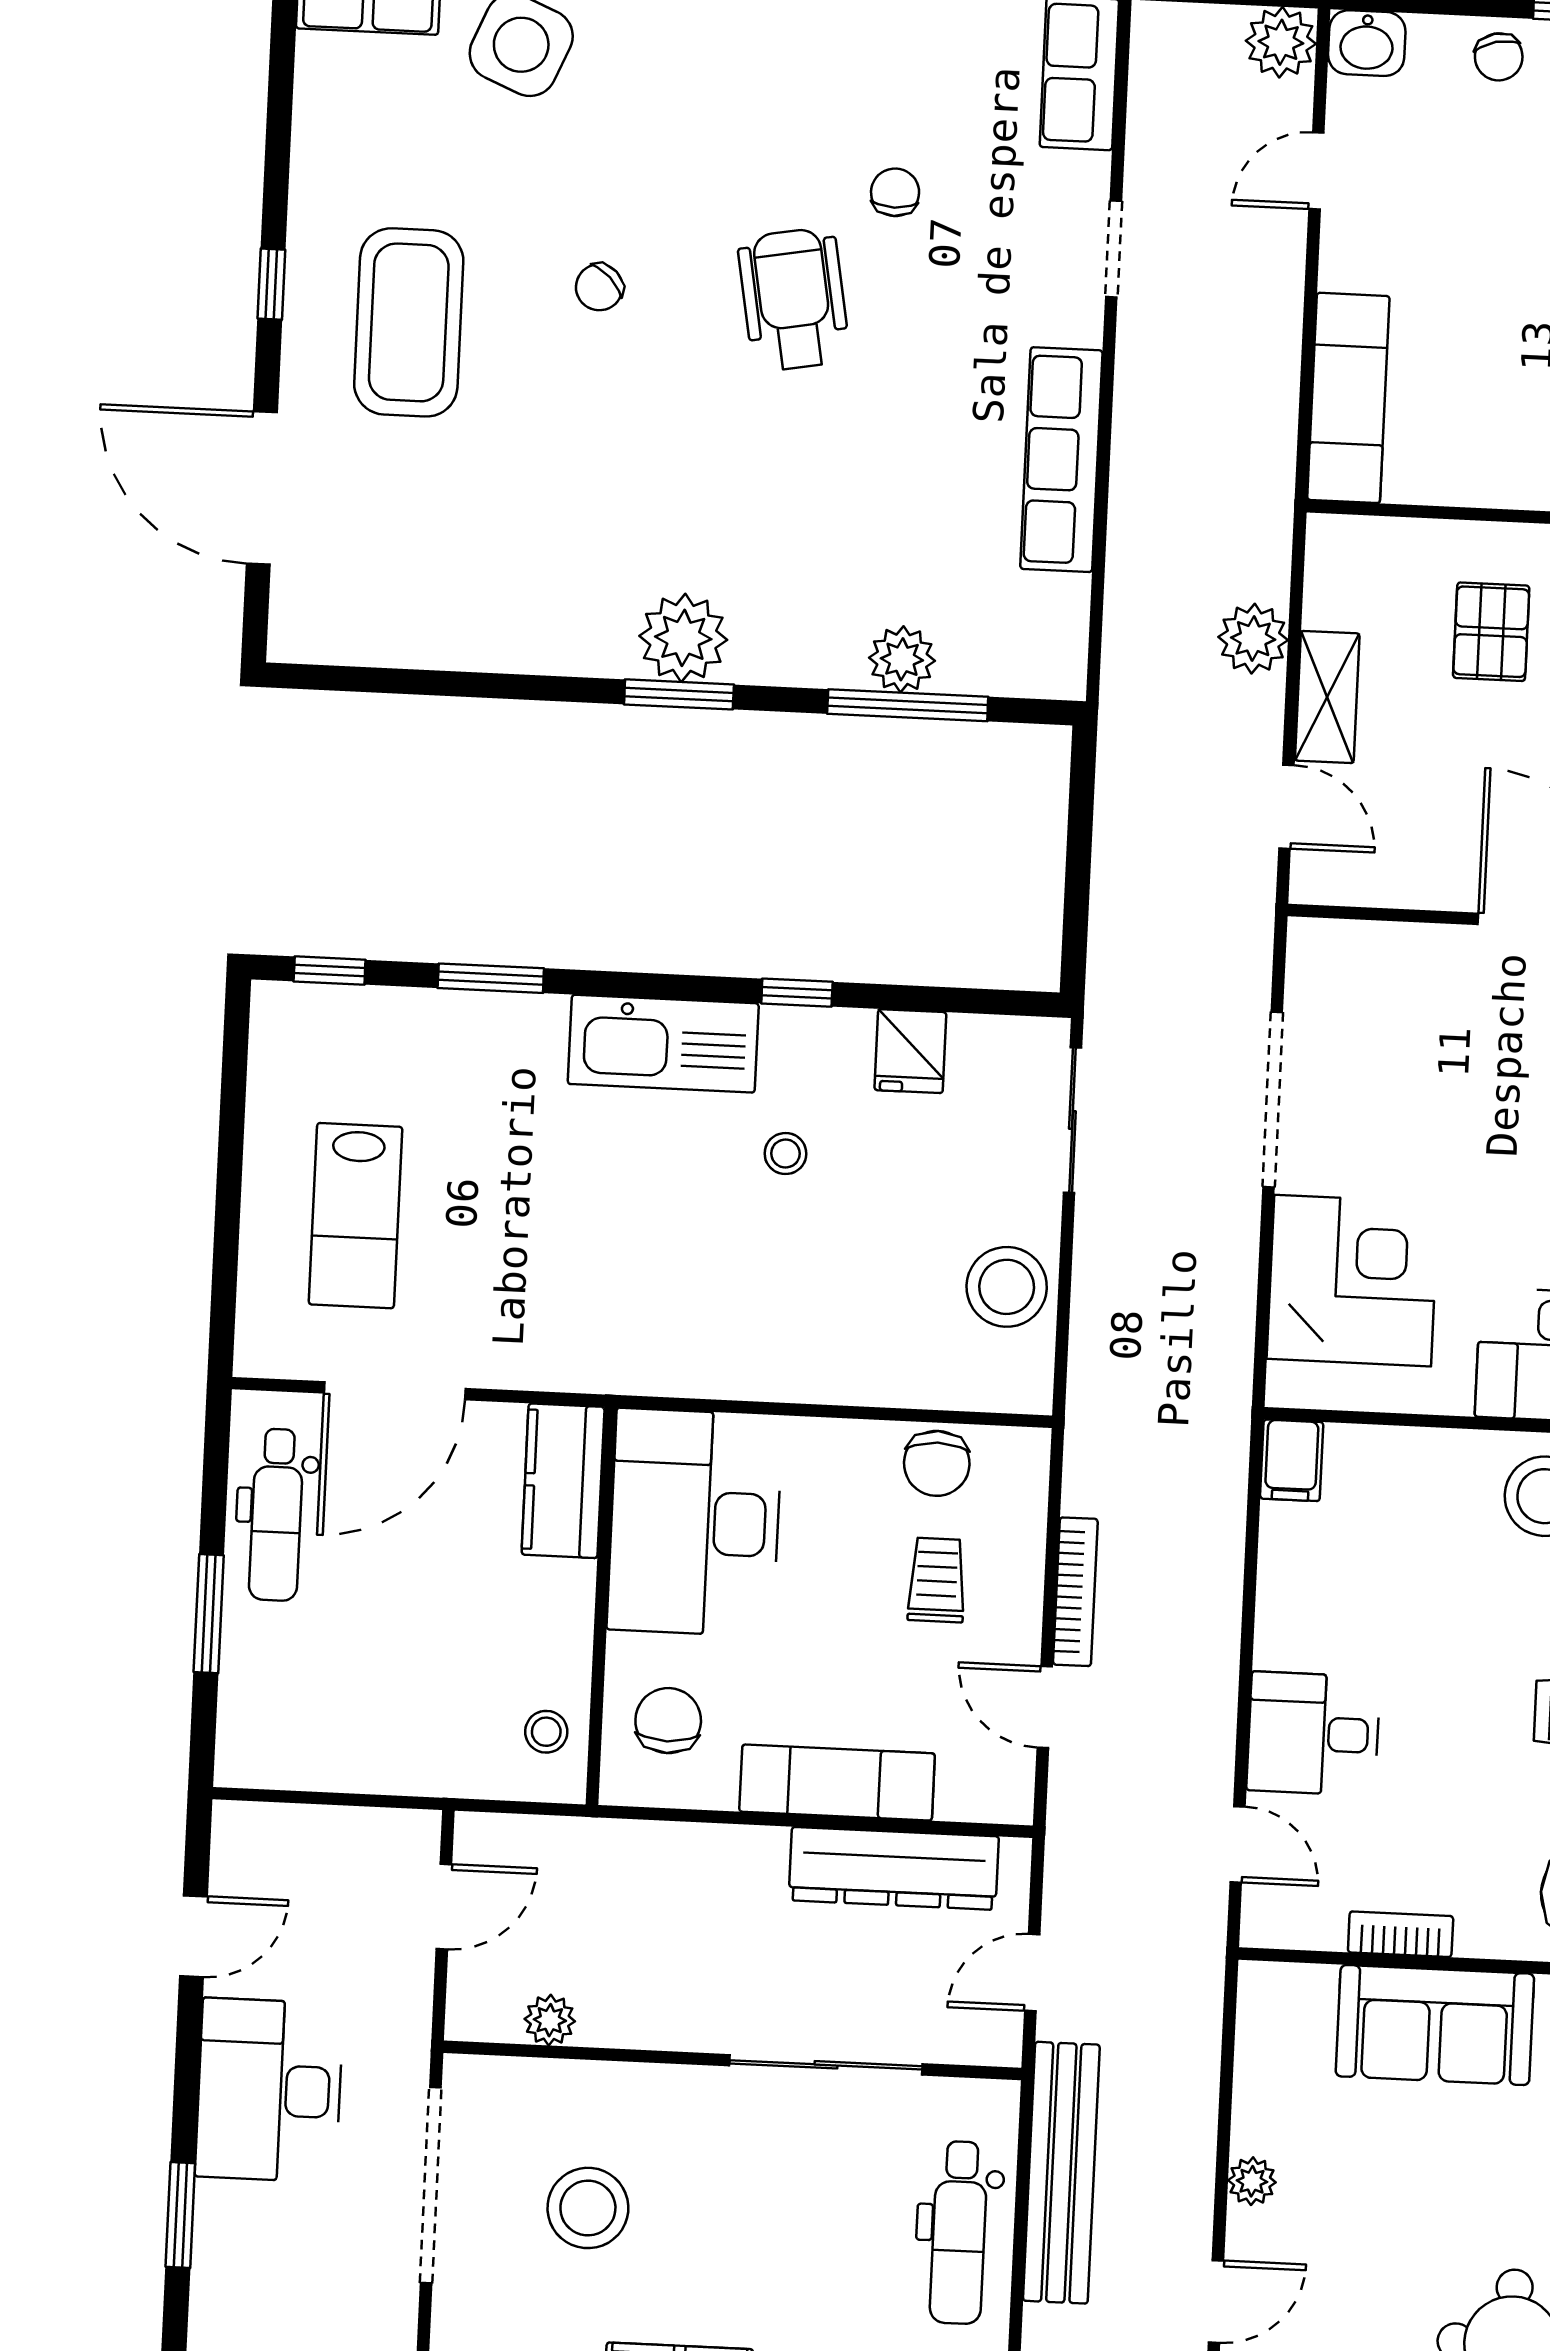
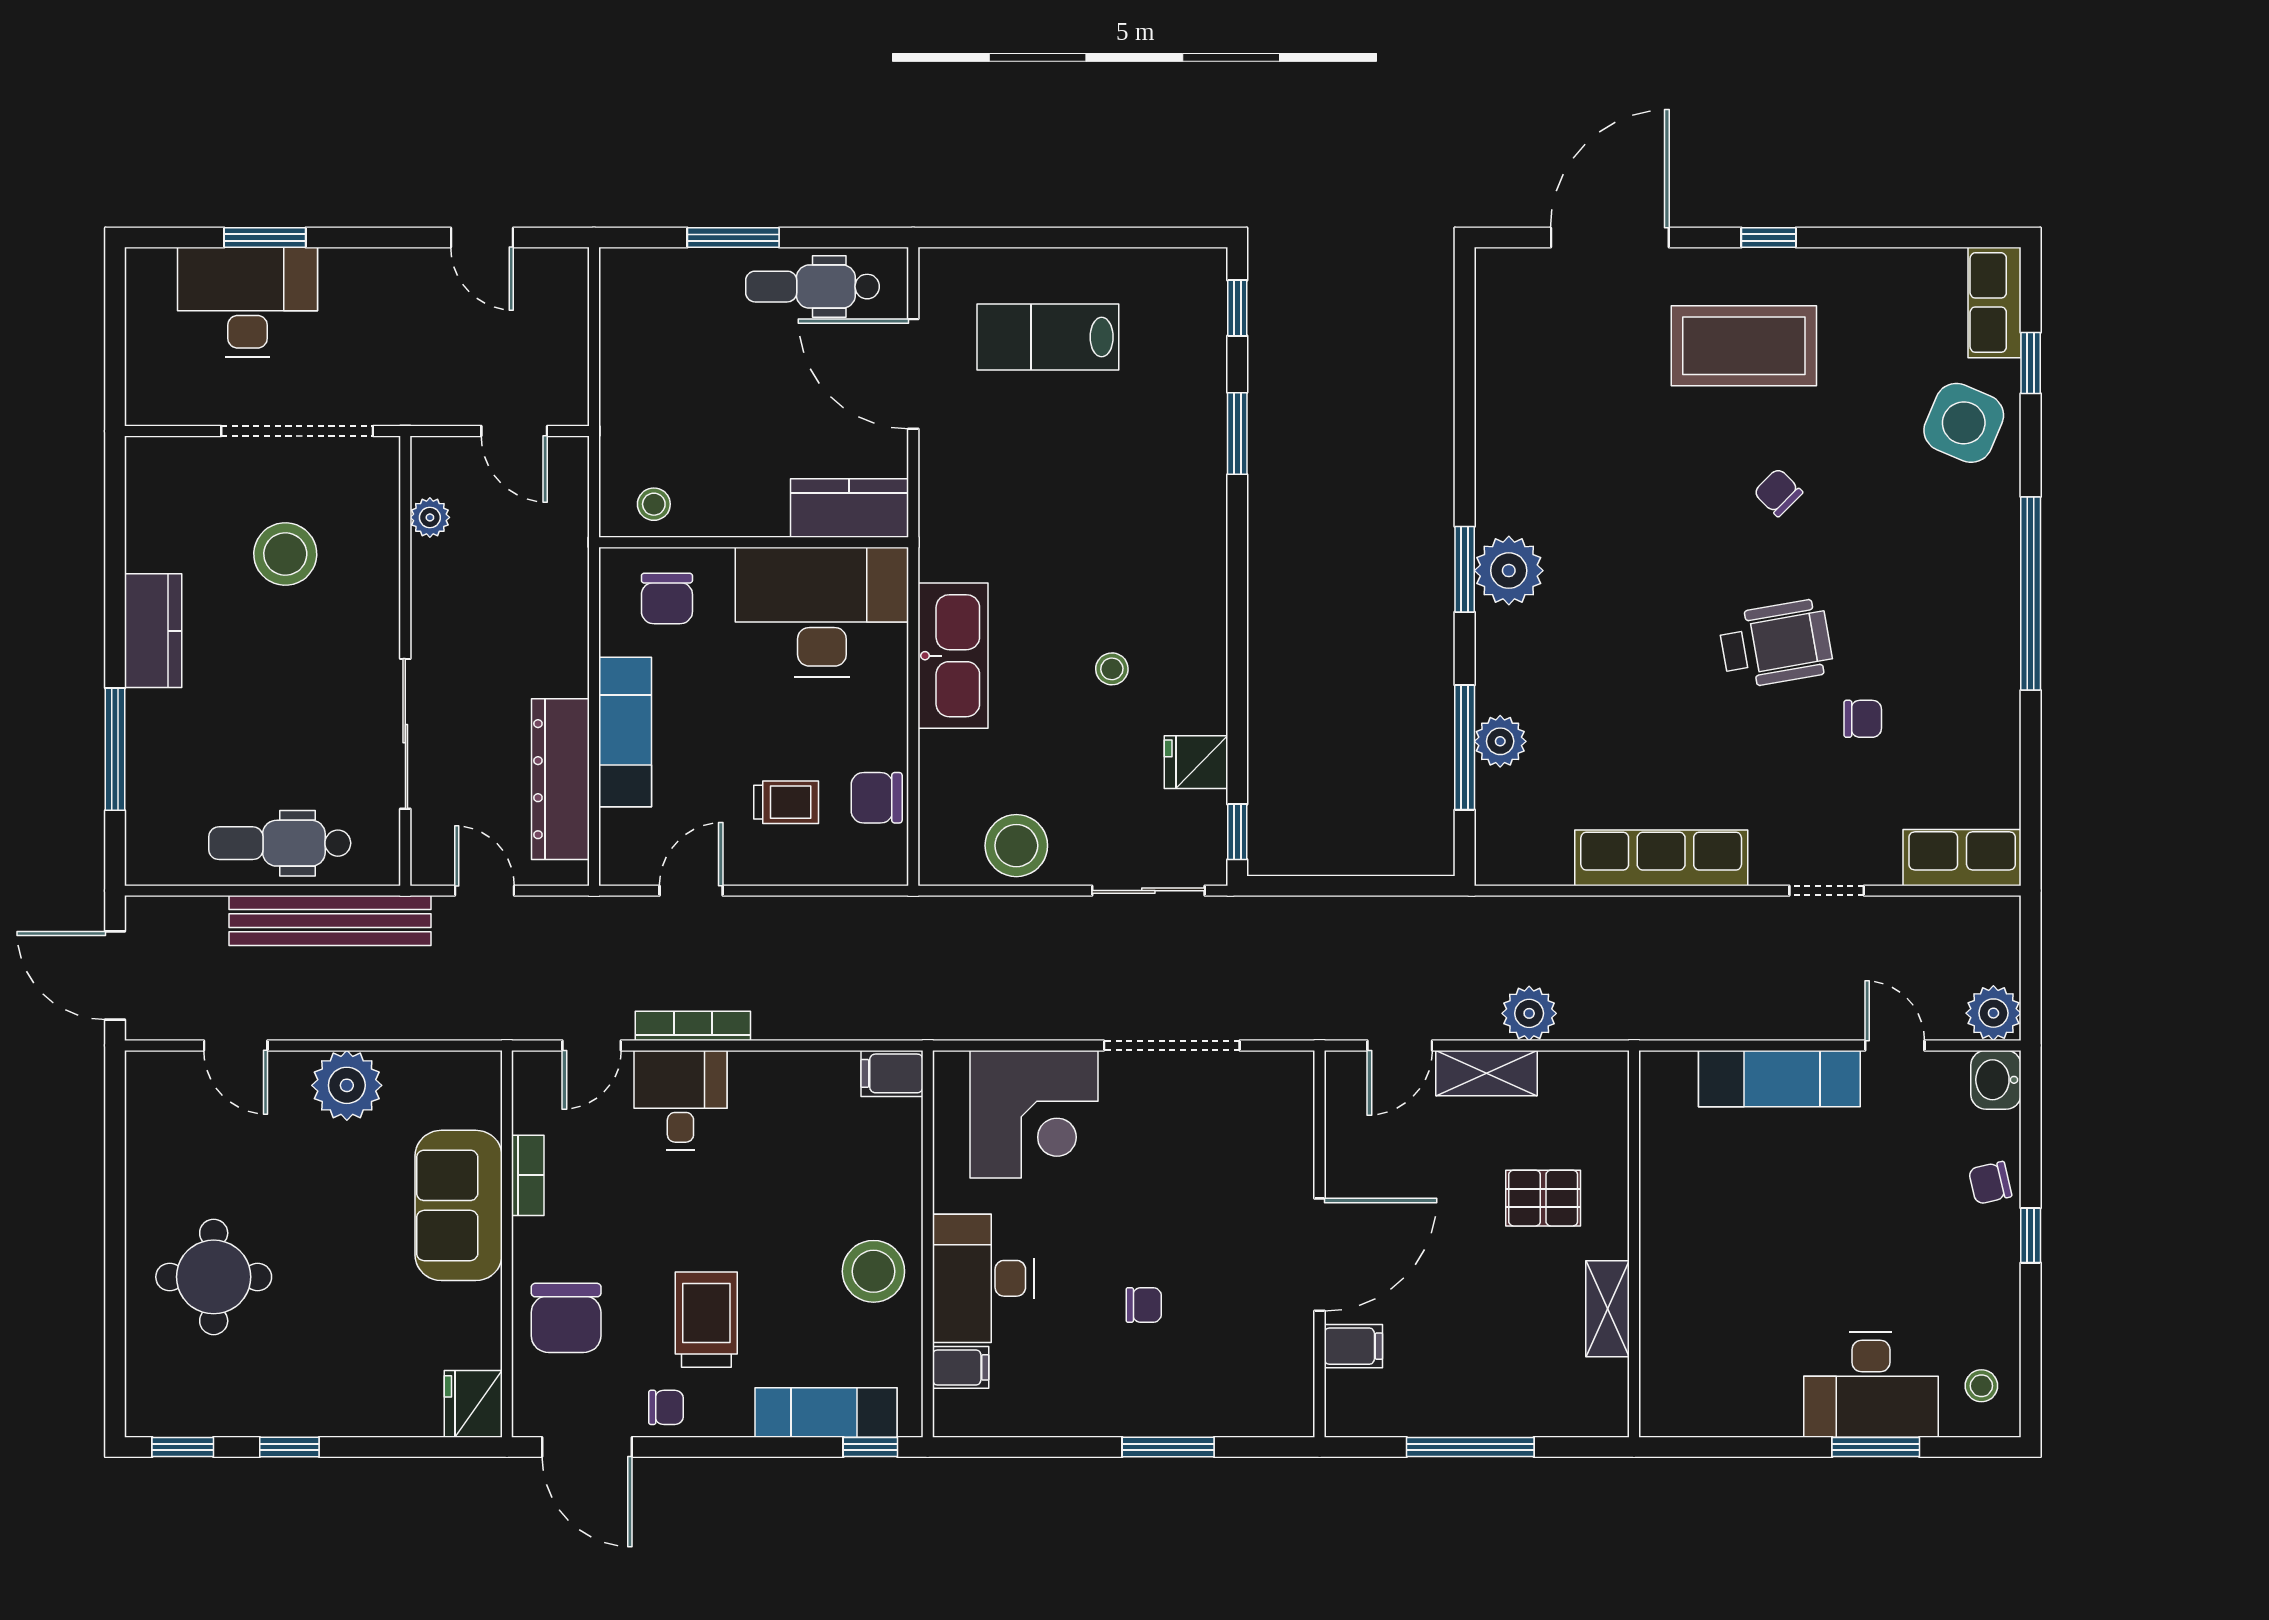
exam couch: (1348, 398) -> (1779, 1079), moved
window: (797, 993) -> (1237, 832), moved
kitchen sink: (663, 1044) -> (953, 656), moved, turned 180
bookcase: (1075, 1592) -> (693, 1026), moved, turned 180
chair: (668, 1721) -> (667, 598), turned 90
desk: (269, 2090) -> (248, 302), moved
plant: (1252, 2181) -> (347, 1085), width x1.88, depth x1.88

